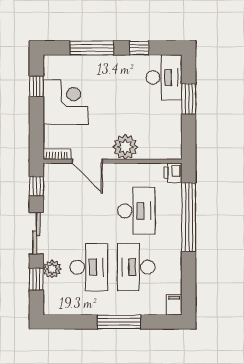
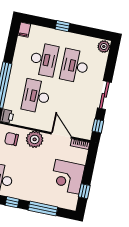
chair: (159, 141) -> (12, 139), added
plant: (52, 269) -> (104, 47), moved
window: (36, 279) -> (111, 65), removed
window: (119, 322) -> (62, 26), width x0.46

